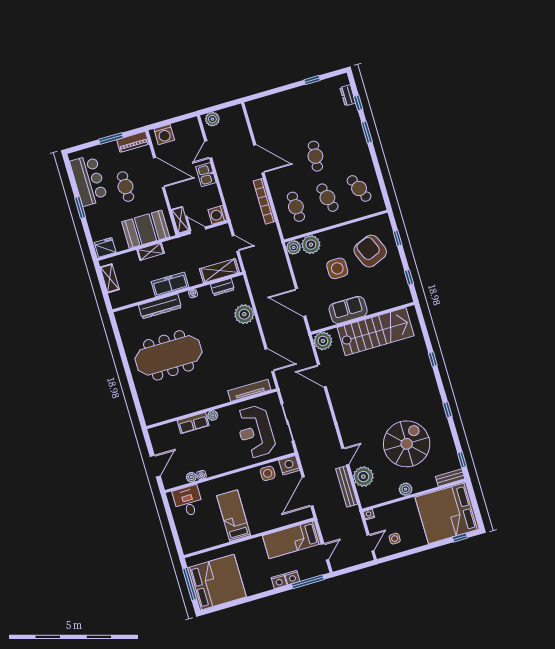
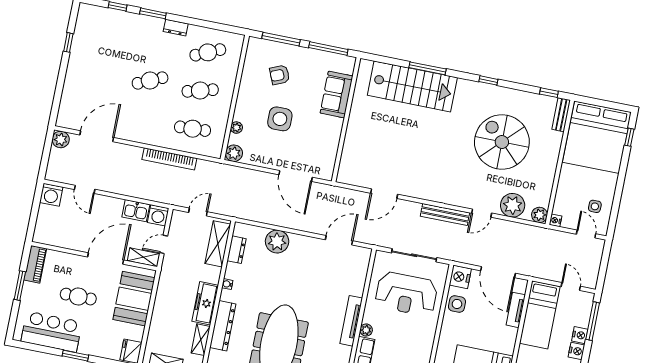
dresser: (348, 95) -> (176, 28), moved
plant: (212, 119) -> (61, 139), moved
washing machine: (164, 134) -> (51, 195), moved, turned 90
cafe table: (315, 156) -> (150, 81), turned -30
door: (259, 159) -> (97, 136), moved
door: (159, 172) -> (106, 258), moved
kitchen sink: (206, 175) -> (136, 211), moved
window: (398, 238) -> (281, 39), width x2.17
plant: (311, 245) -> (236, 128), width x0.53, depth x0.53
armchair: (370, 251) -> (280, 75), width x0.53, depth x0.53
shelving: (151, 252) -> (201, 340), moved
window: (409, 277) -> (328, 49), width x2.17
door: (301, 302) -> (296, 176), hinge flipped
sofa: (348, 310) -> (336, 95), moved
stairs: (376, 332) -> (412, 86), moved, turned 90
plant: (323, 341) -> (348, 174), removed
window: (433, 359) -> (427, 68), width x2.17
tv unit: (249, 390) -> (351, 321), moved
door: (345, 456) -> (482, 213), swing flipped
bench: (347, 486) -> (445, 214), moved
plant: (406, 489) -> (540, 215), moved
tv unit: (286, 520) -> (516, 310), added

